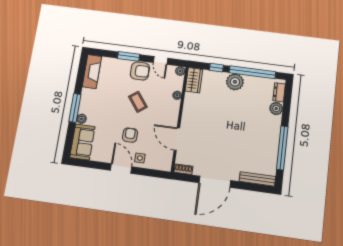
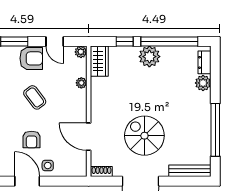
armchair: (130, 135) -> (32, 140), turned 180
spiral stairs: (223, 145) -> (144, 136), added

